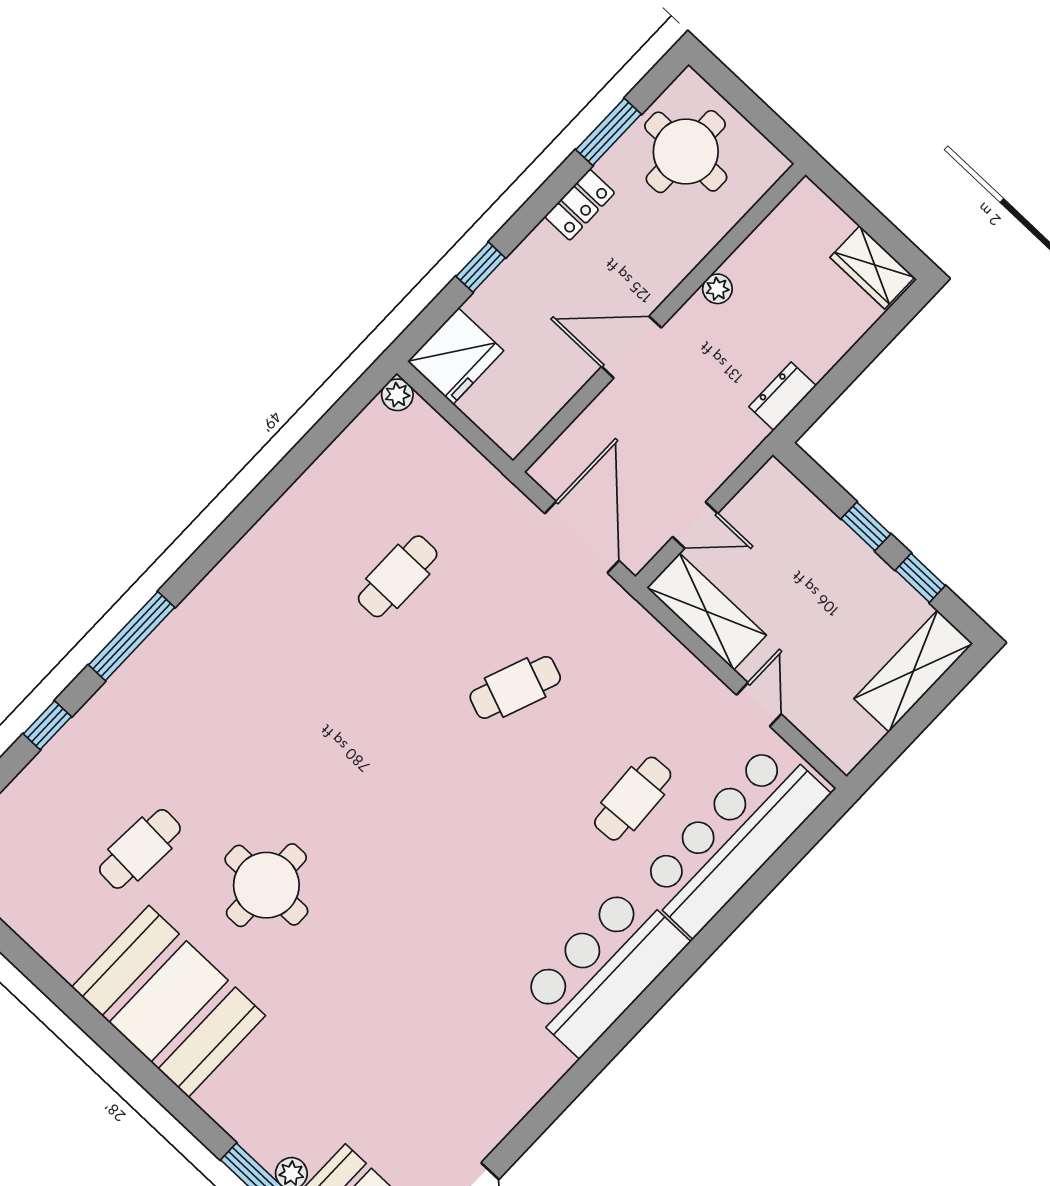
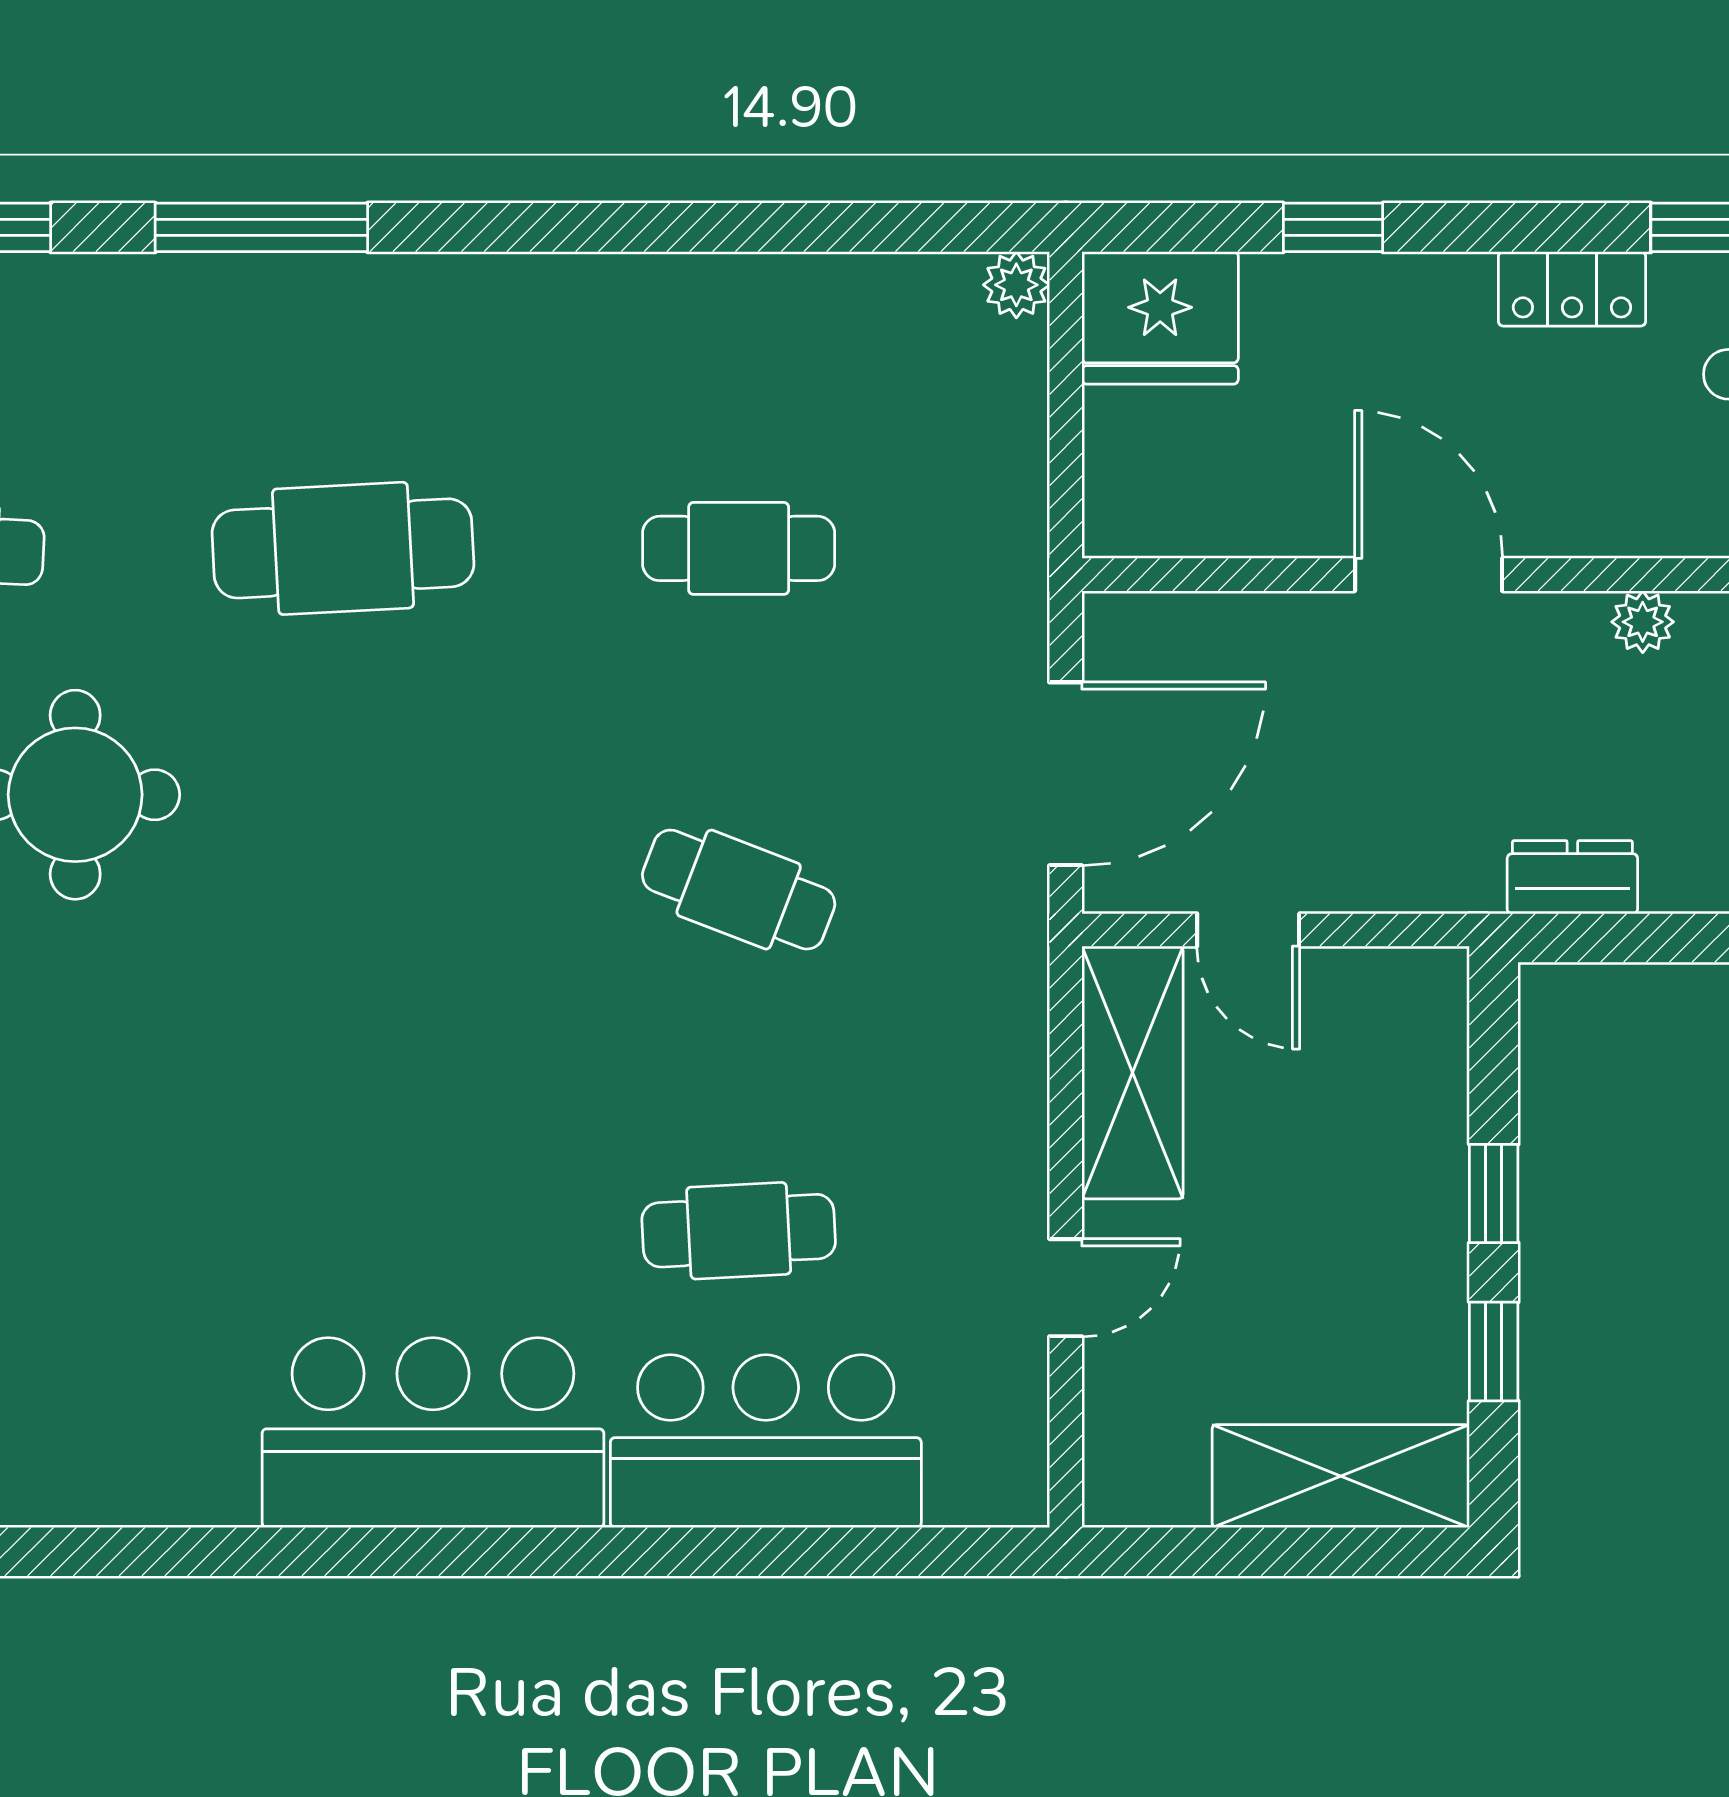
cafe table: (269, 713) -> (343, 548), added
bar counter: (732, 838) -> (766, 1441), width x0.73

